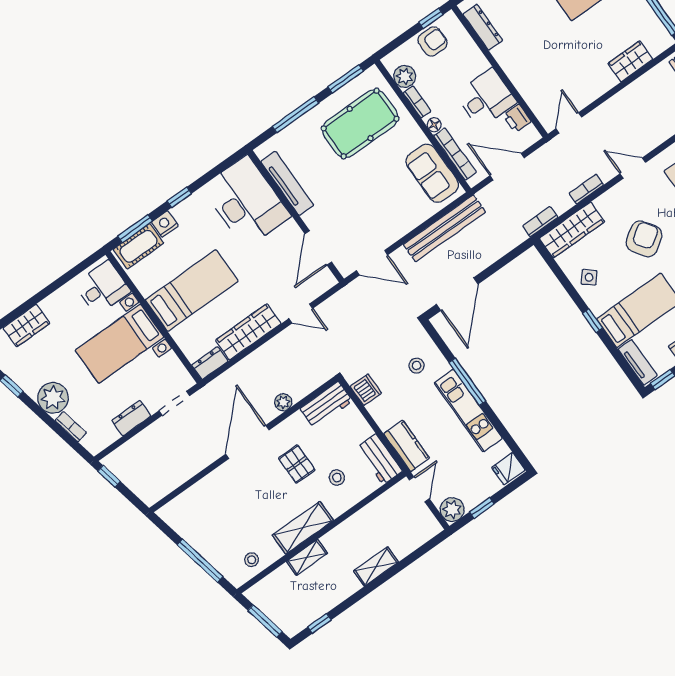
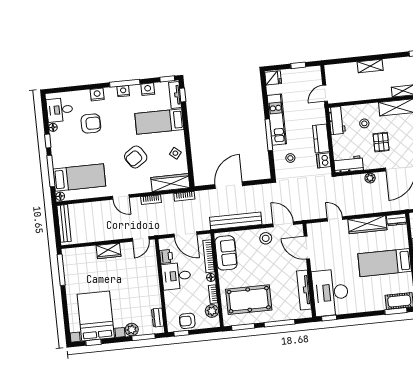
dresser: (483, 27) -> (158, 318), width x0.70
wardrobe: (630, 61) -> (109, 251), moved
window: (179, 197) -> (329, 318), moved
nightstand: (165, 224) -> (379, 305), removed
stool: (386, 227) -> (266, 238), added
door: (318, 248) -> (307, 248), swing flipped
door: (457, 294) -> (229, 185), moved
window: (593, 321) -> (183, 95), moved
kitchen counter: (407, 446) -> (321, 139), moved
plant: (452, 510) -> (314, 73), removed

